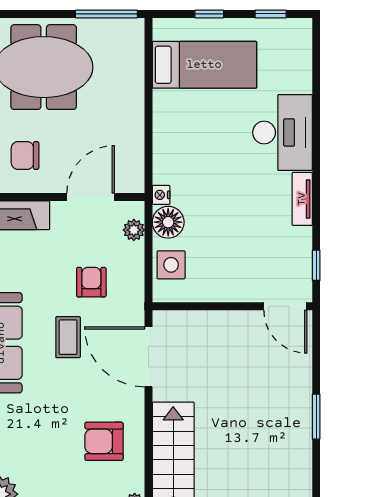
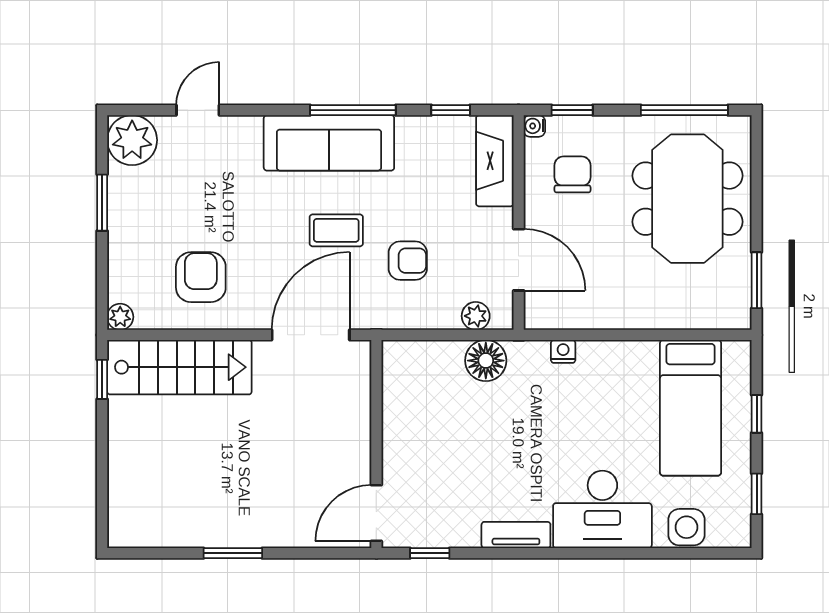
window: (106, 14) -> (757, 280), width x0.69
nightstand: (161, 195) -> (563, 351), moved
side table: (171, 265) -> (686, 527), moved

